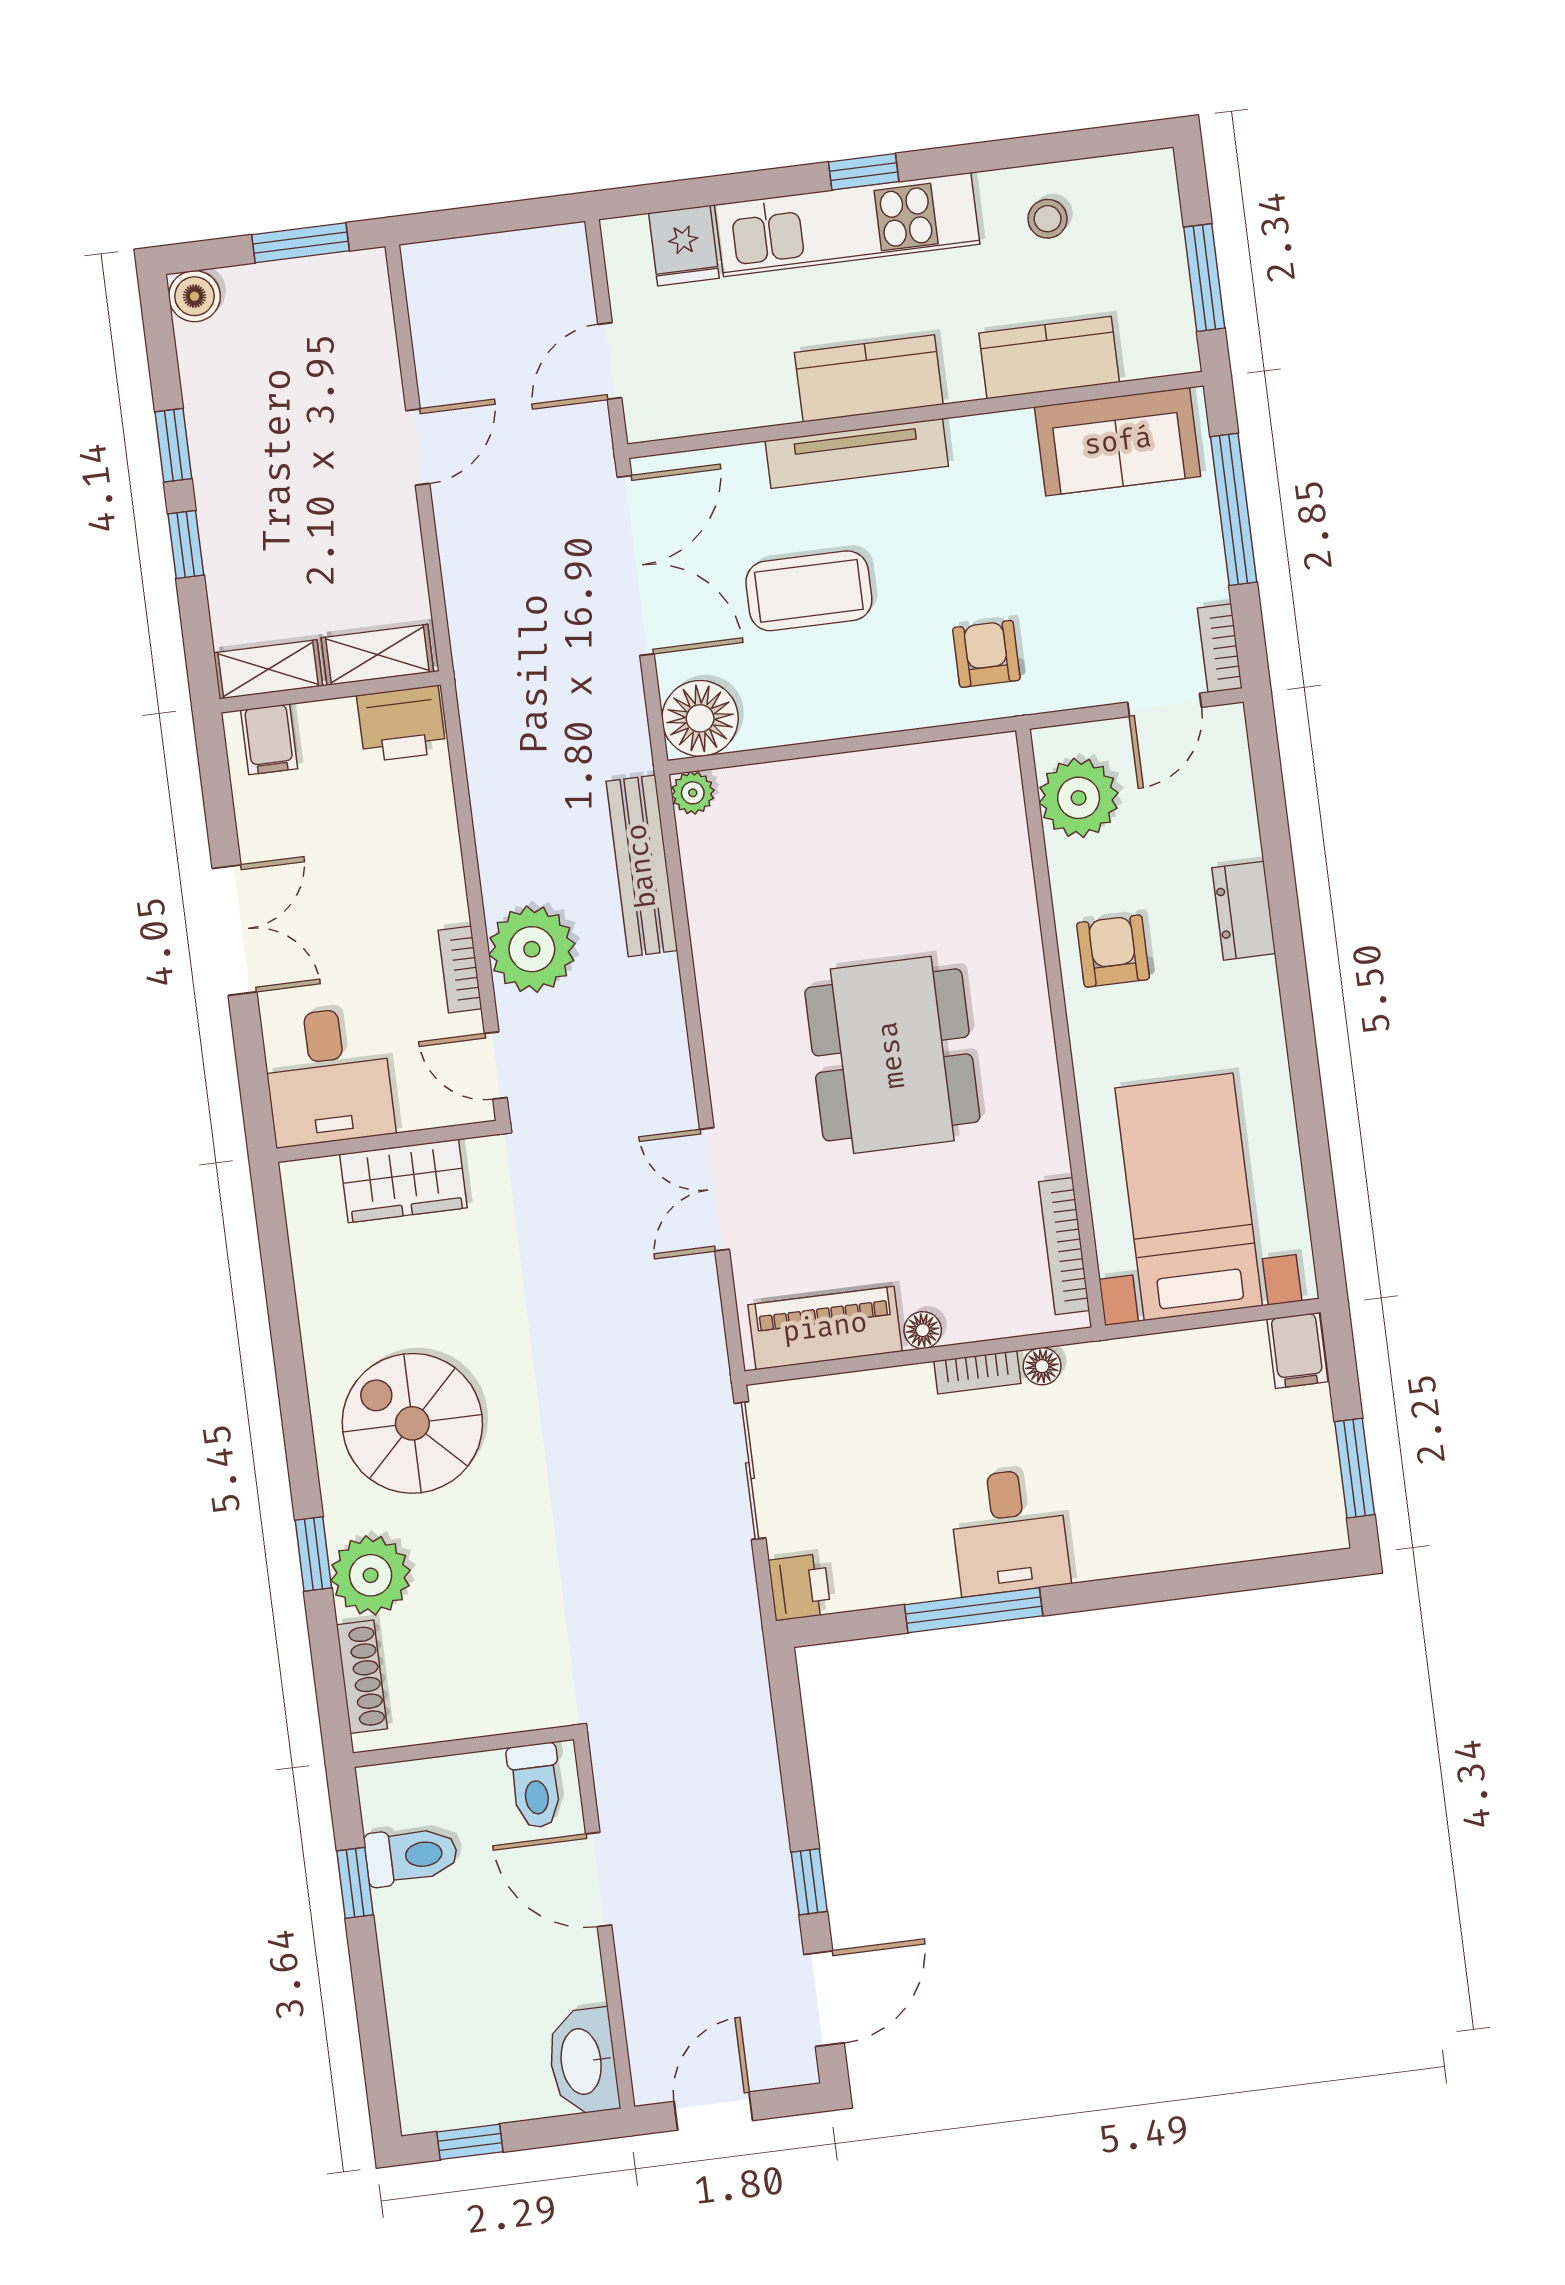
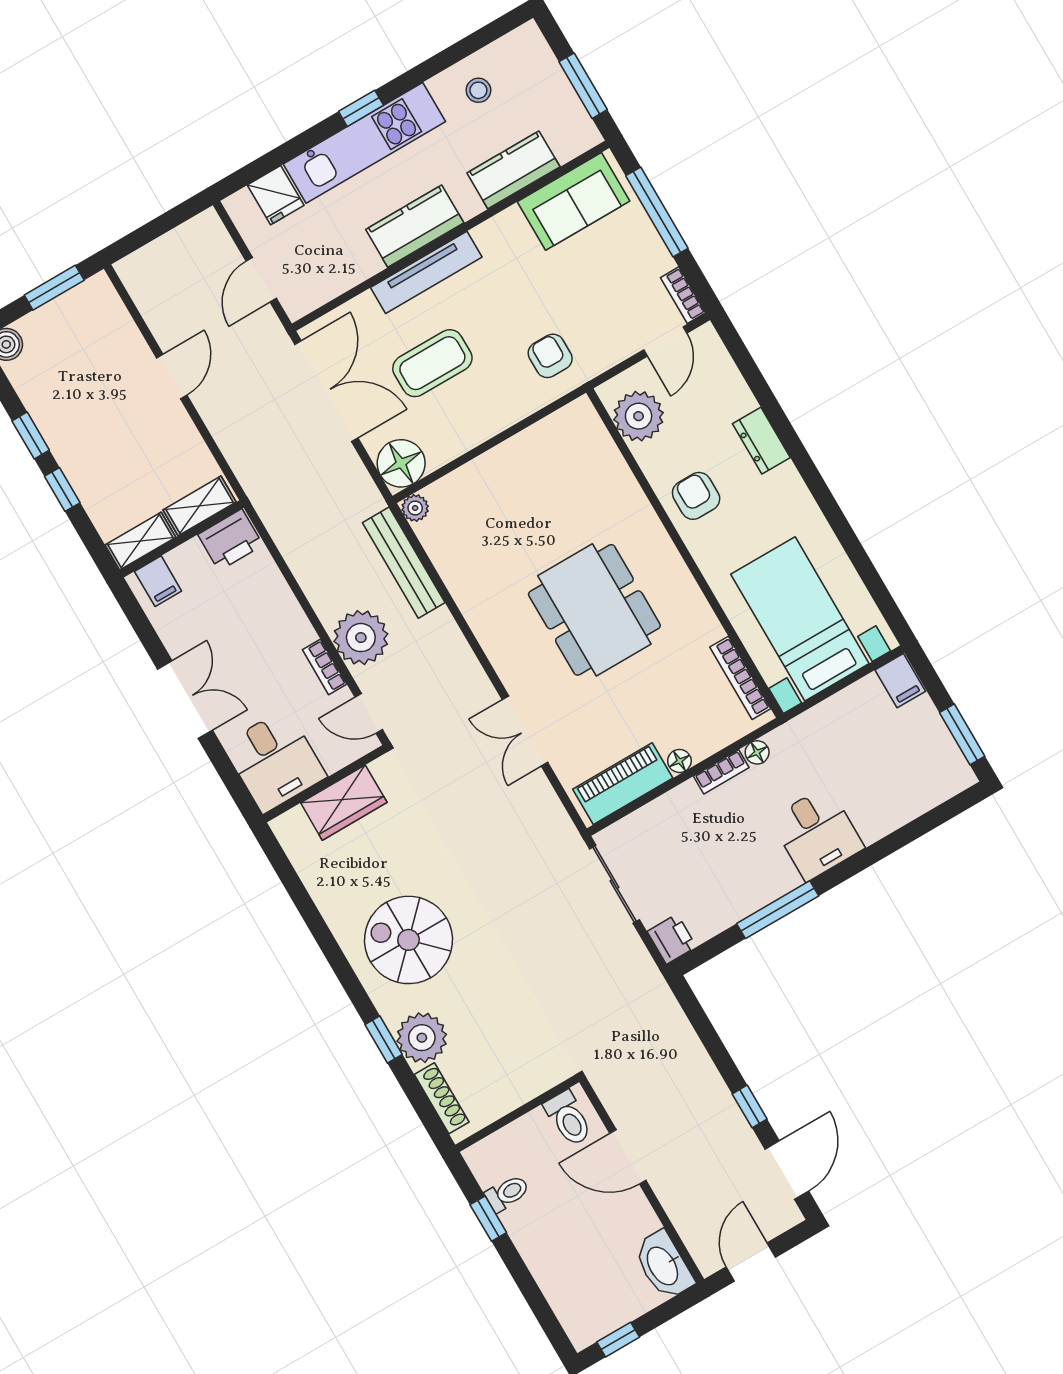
desk: (1009, 1532) -> (817, 833), moved
toilet: (411, 1856) -> (507, 1193), width x0.73, depth x0.72

